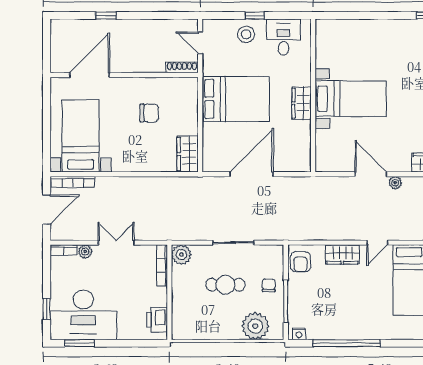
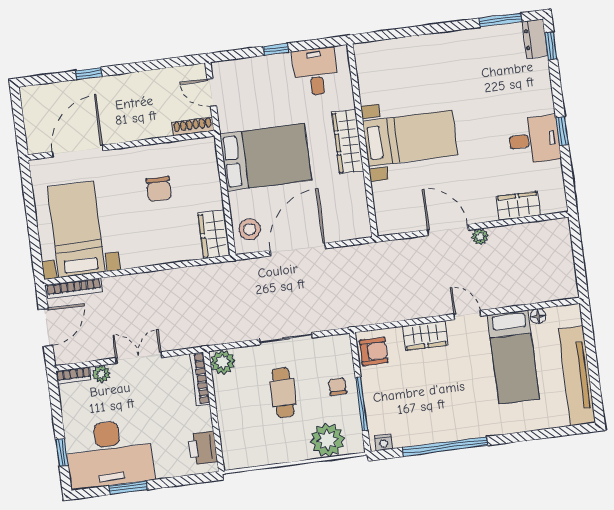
stool: (246, 34) -> (250, 229), moved
wardrobe: (301, 103) -> (348, 142), width x1.50
chair: (149, 113) -> (159, 189), turned 90
door: (377, 243) -> (467, 315), swing flipped
armchair: (301, 262) -> (374, 351), turned -90
cafe table: (226, 285) -> (283, 393), turned 90
window: (79, 343) -> (128, 488), moved

